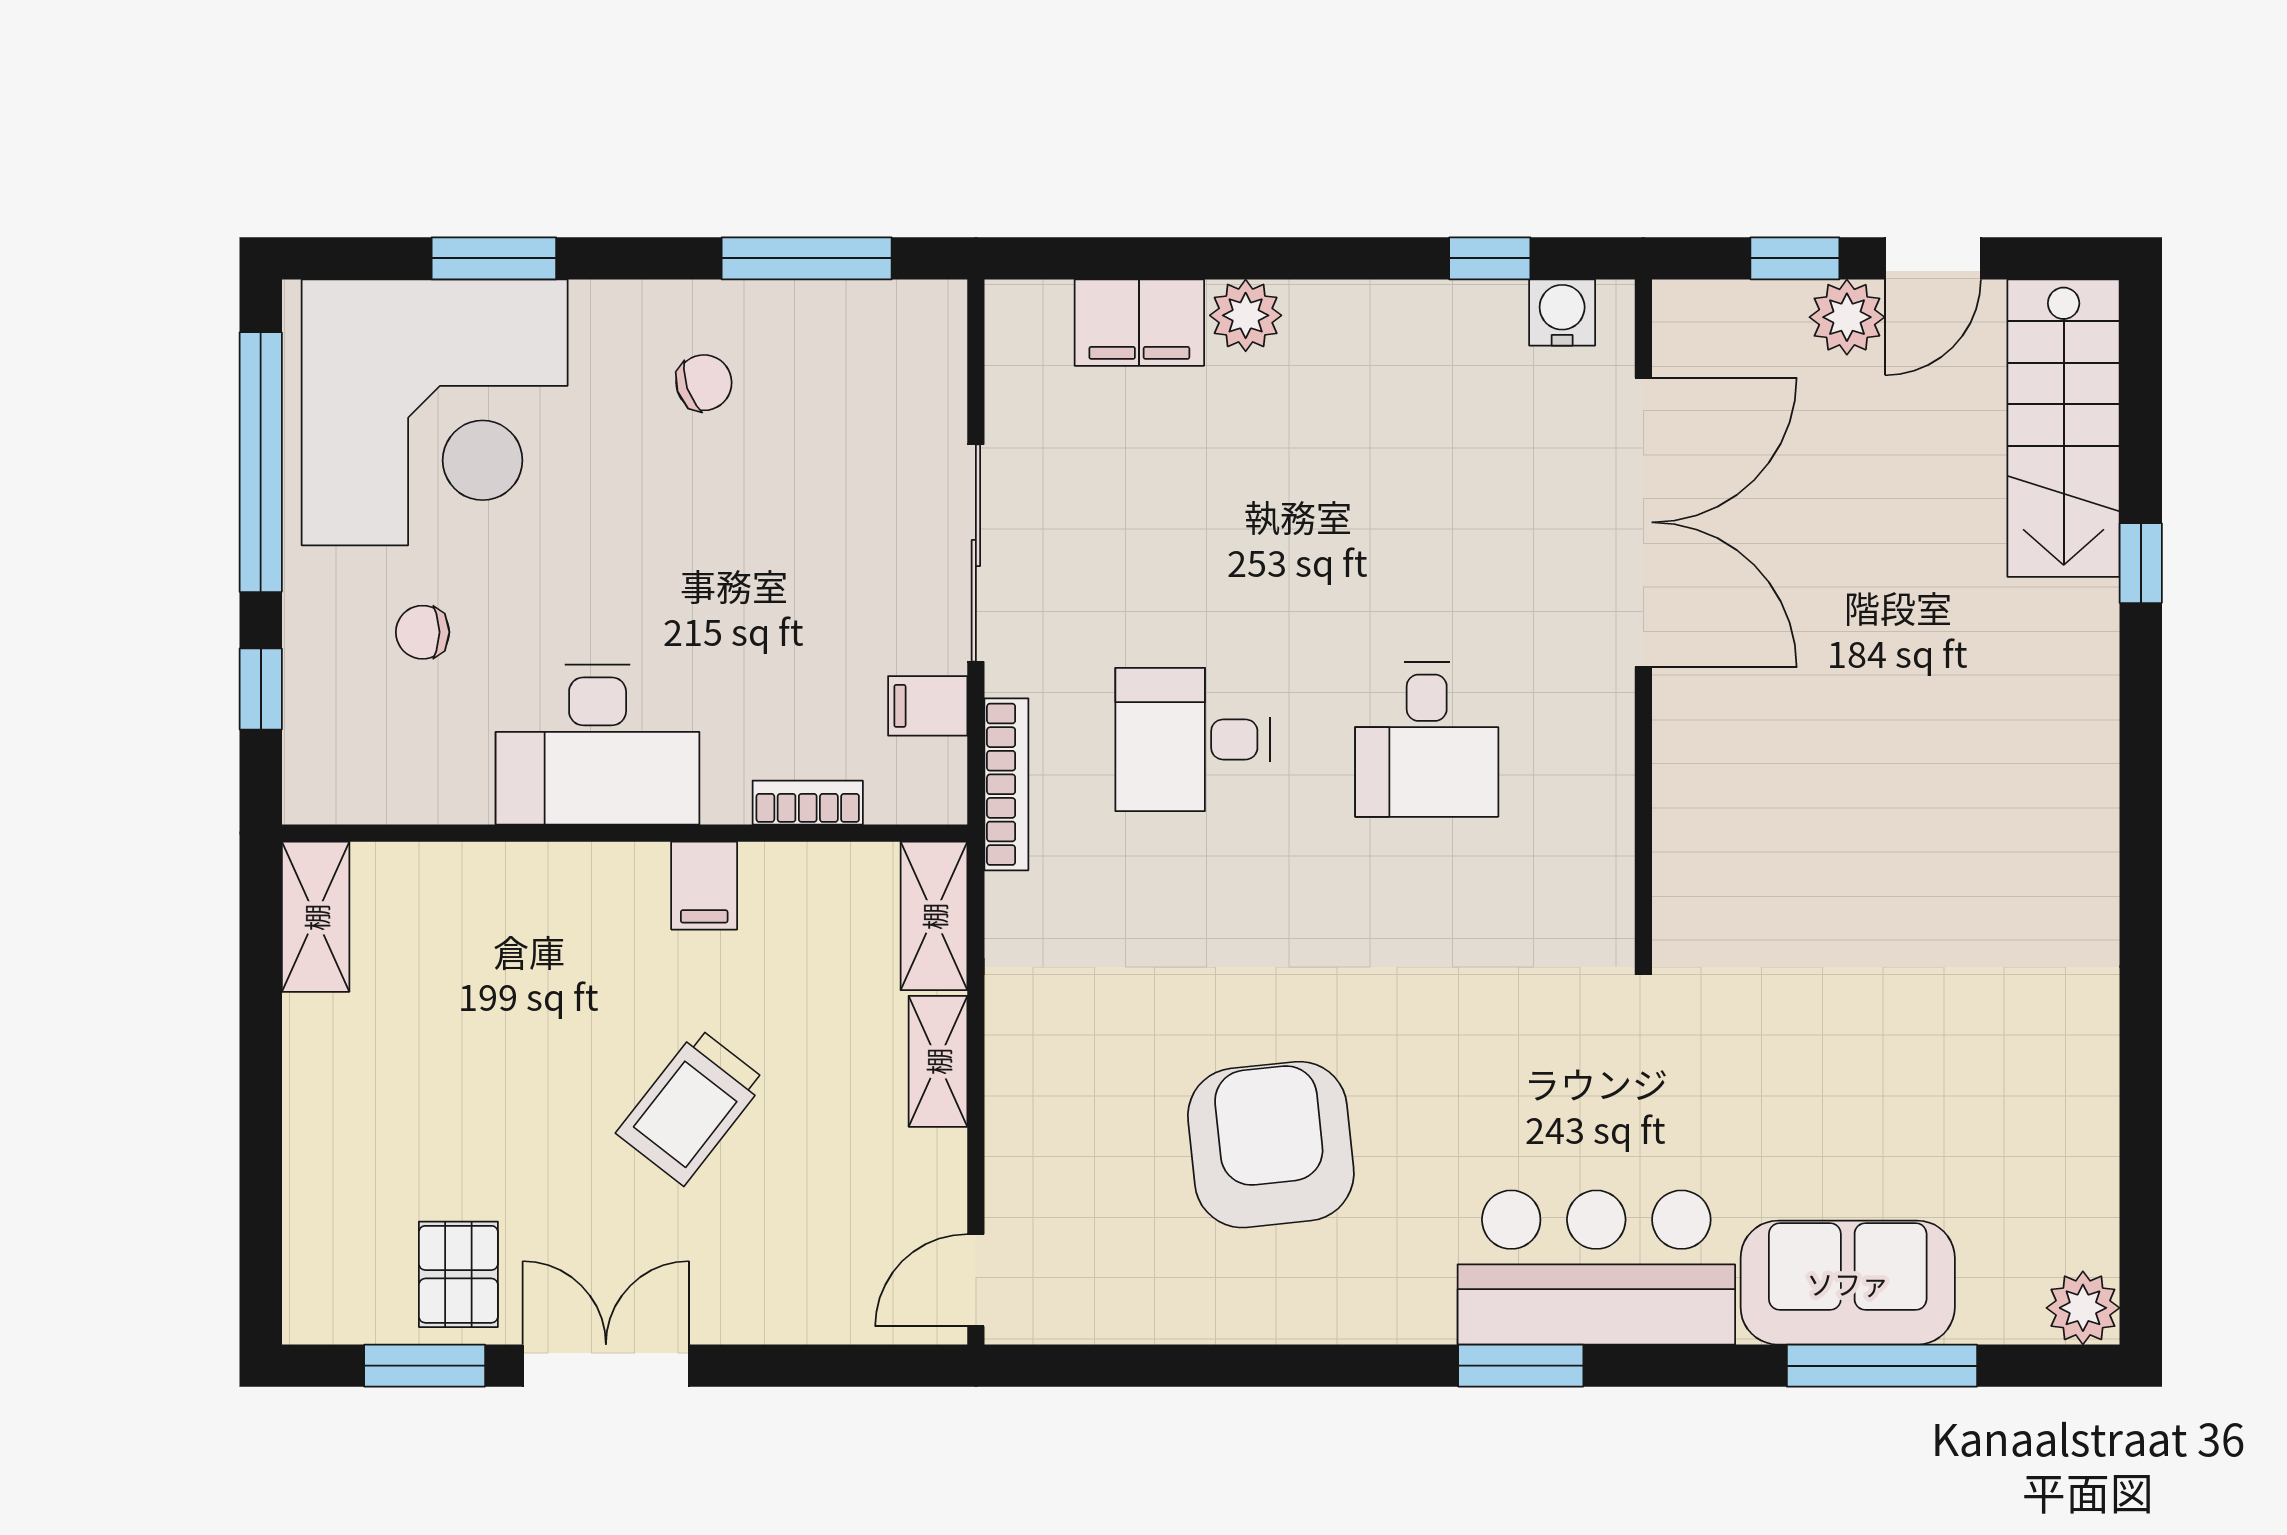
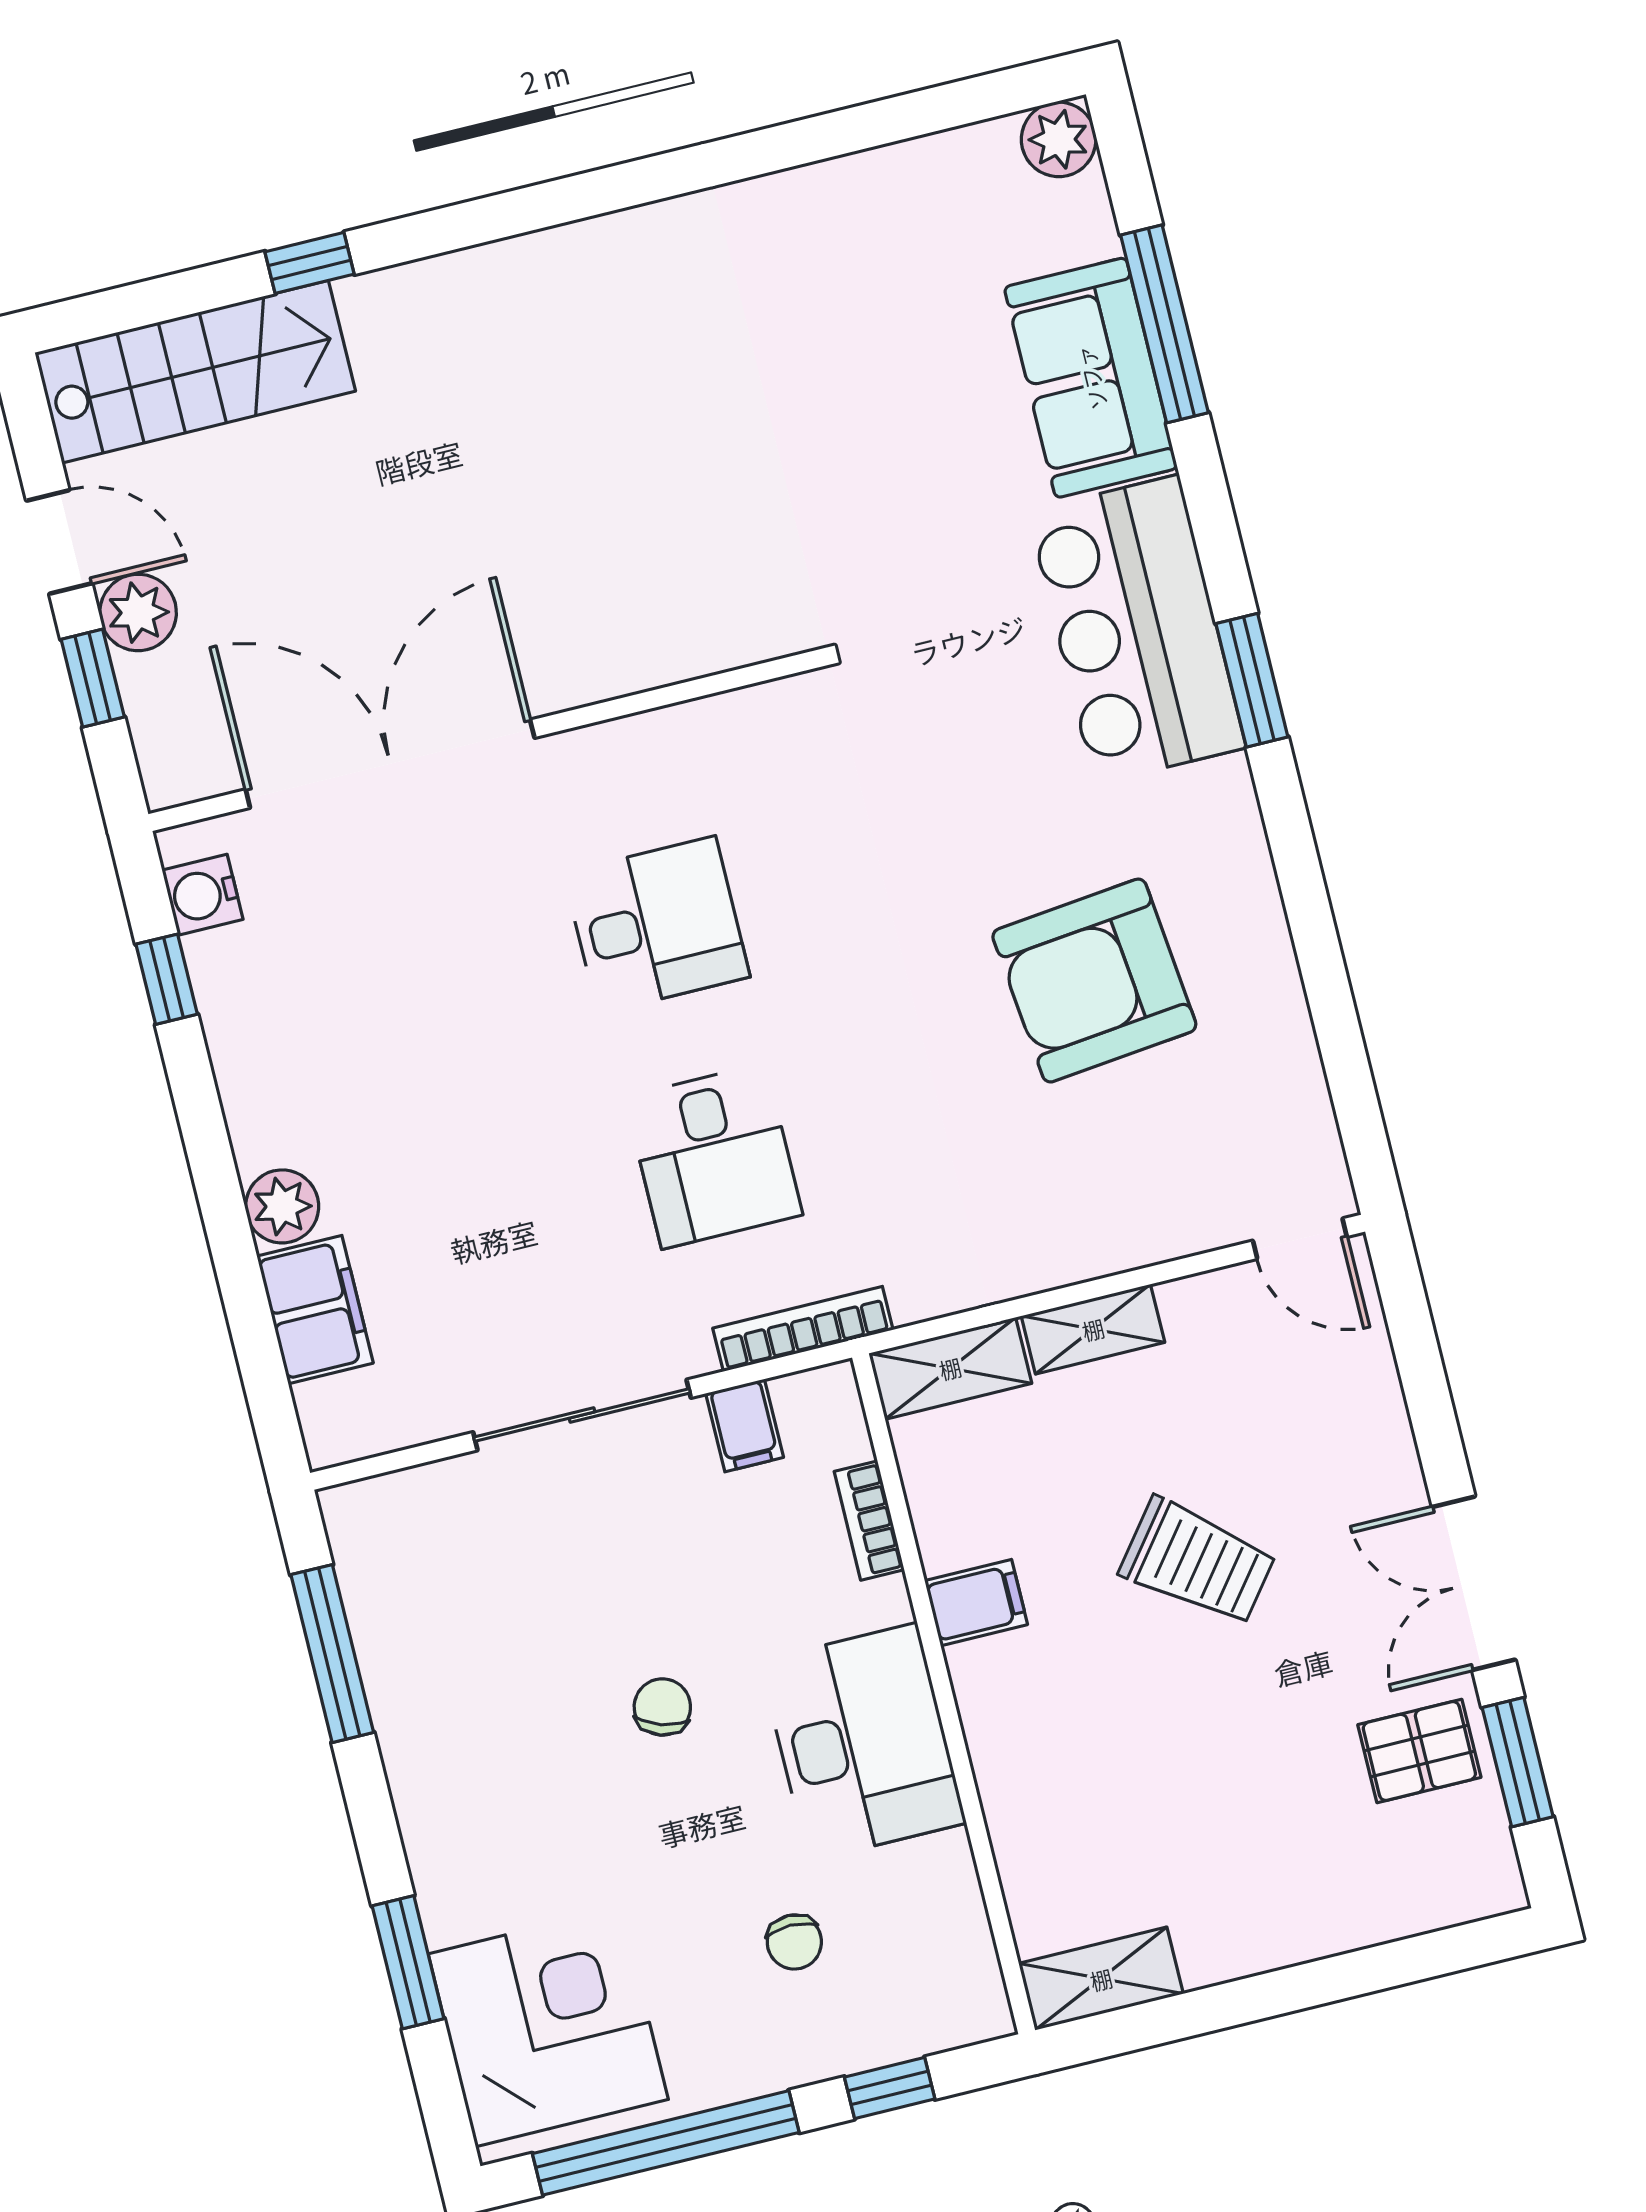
chair: (704, 383) -> (662, 1707), moved, turned 37
corner desk: (435, 412) -> (548, 2027), width x0.74, depth x0.74

